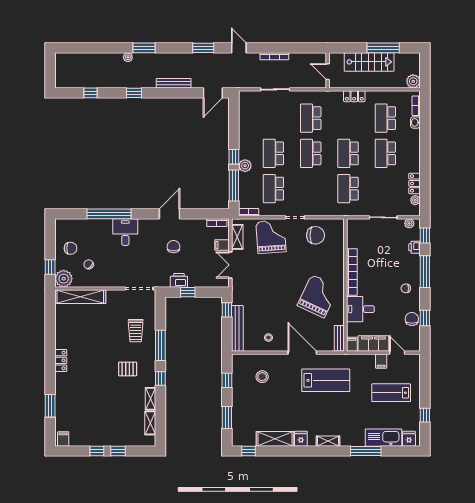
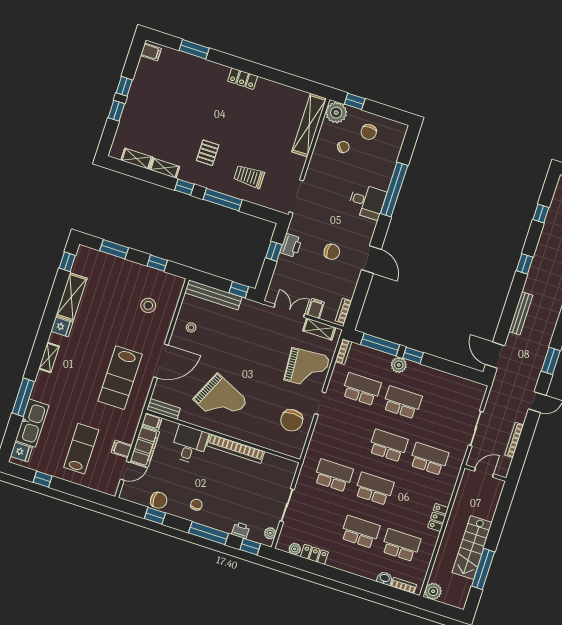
wall: (328, 70) -> (485, 473), moved
door: (328, 72) -> (484, 473), moved

